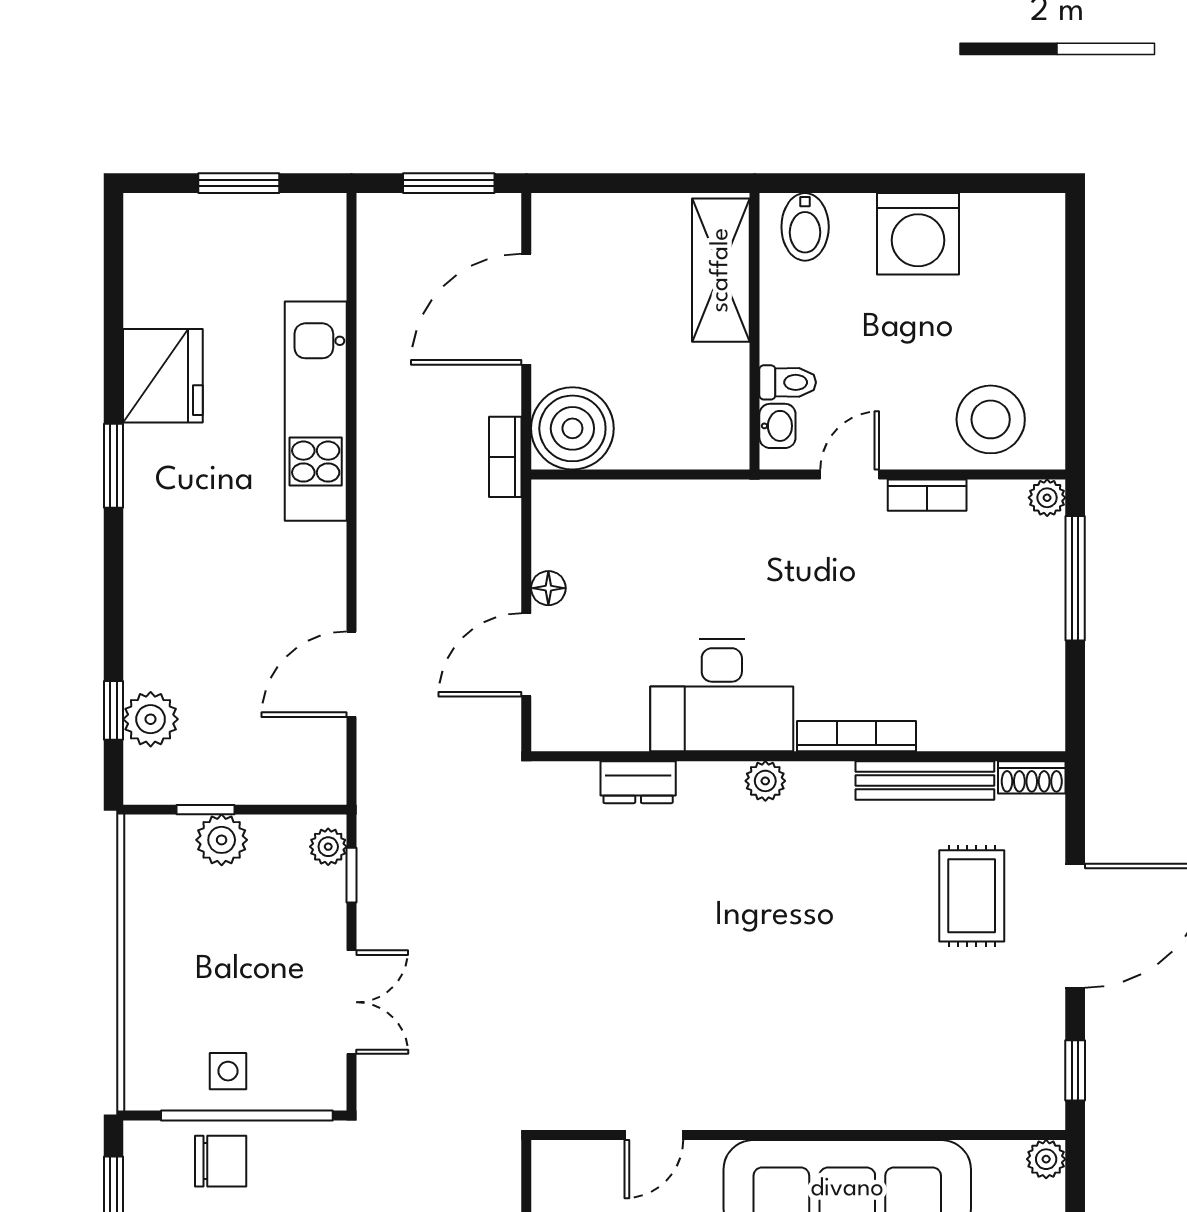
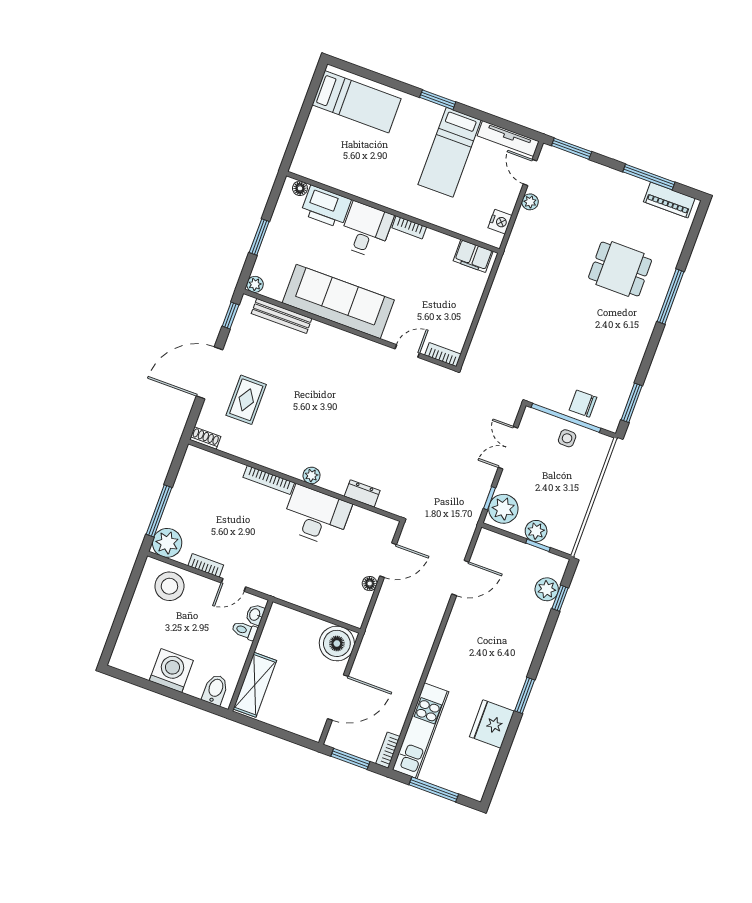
window: (239, 183) -> (434, 789), width x1.44
kitchen unit: (316, 411) -> (421, 731), moved
bookcase: (505, 457) -> (388, 750), moved, turned 180
plant: (1047, 498) -> (167, 543), width x1.87, depth x1.87
bench: (925, 780) -> (282, 316), moved
plant: (328, 847) -> (503, 509), width x1.88, depth x1.88
bookcase: (572, 1156) -> (443, 355), added

